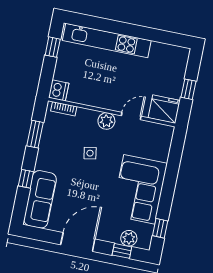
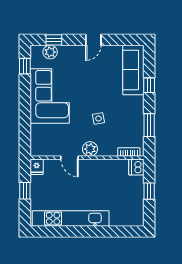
kitchen unit: (107, 40) -> (71, 218), moved
window: (53, 47) -> (149, 191), moved
fridge: (164, 109) -> (37, 167), width x0.53, depth x0.75
door: (131, 116) -> (70, 158), hinge flipped
door: (78, 242) -> (93, 40), width x0.53

